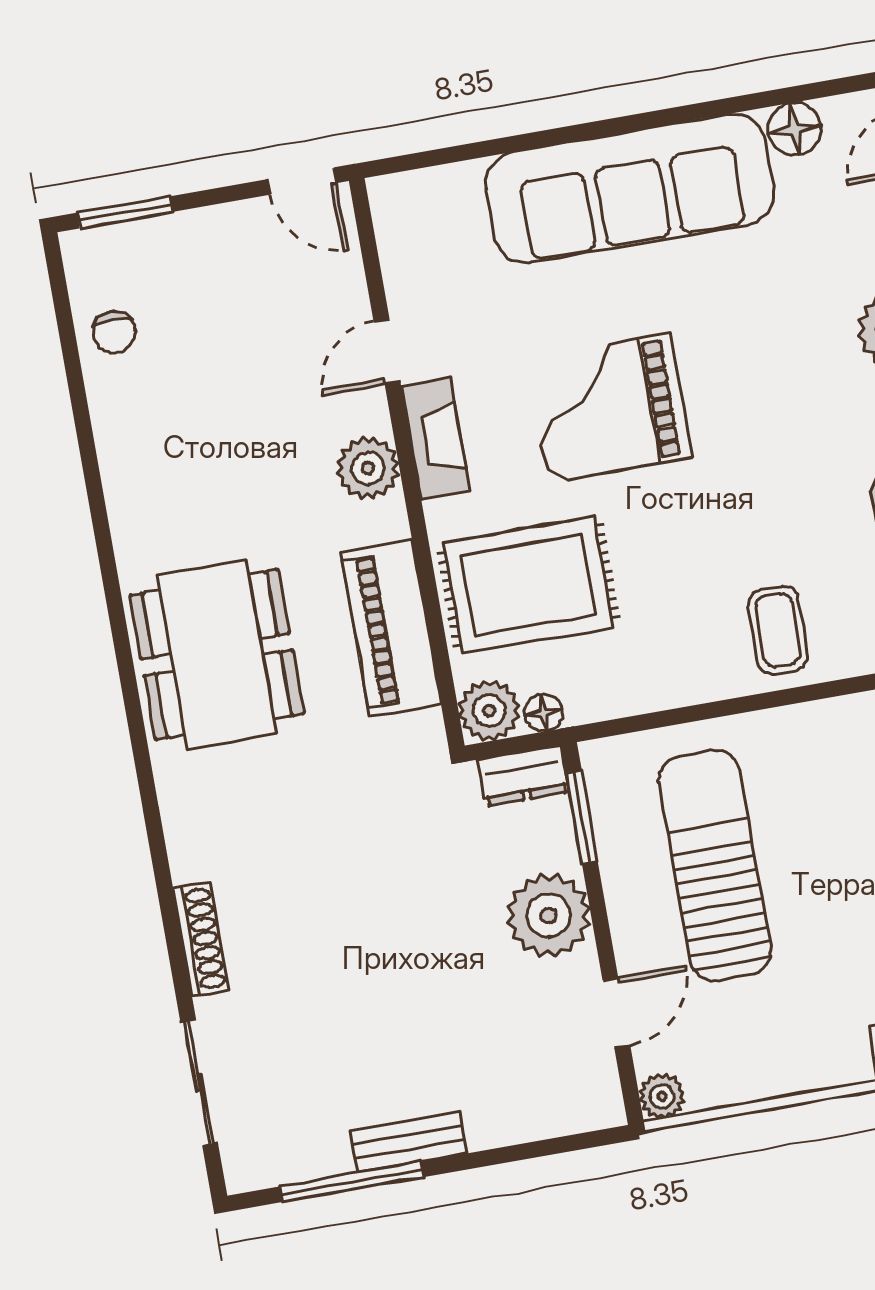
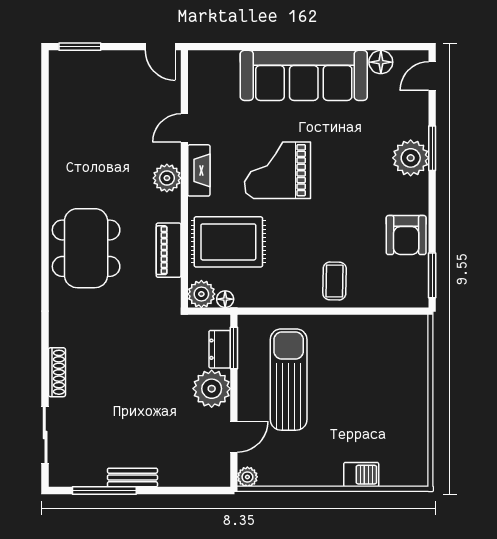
chair: (114, 332) -> (66, 98), removed
piano: (391, 628) -> (169, 250), width x0.73, depth x0.75
dresser: (523, 776) -> (220, 349), moved, turned 90

